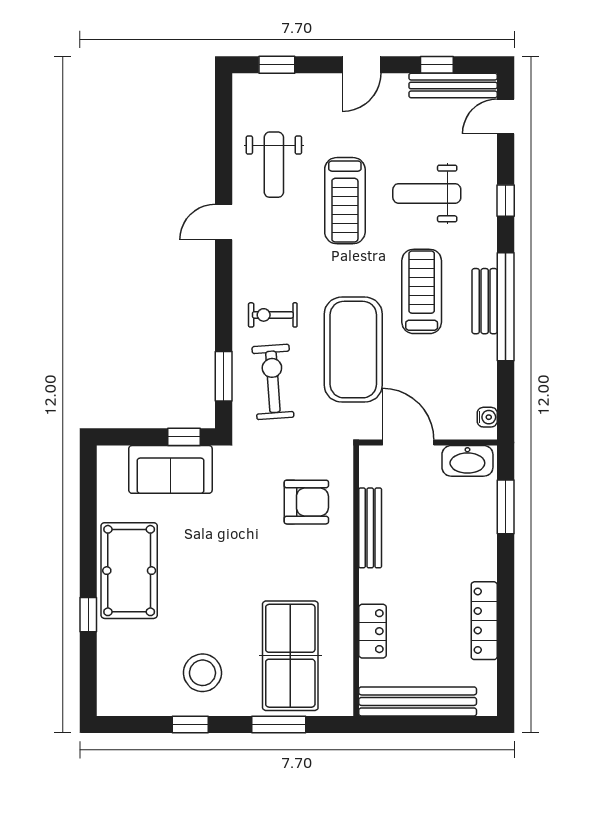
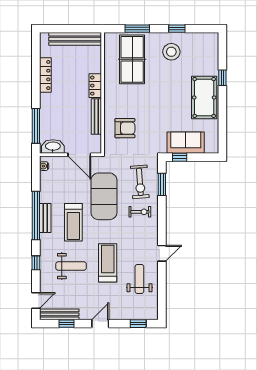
armchair: (306, 502) -> (125, 128), turned 180
window: (506, 507) -> (36, 126), width x1.44
locker: (373, 631) -> (95, 86), moved

